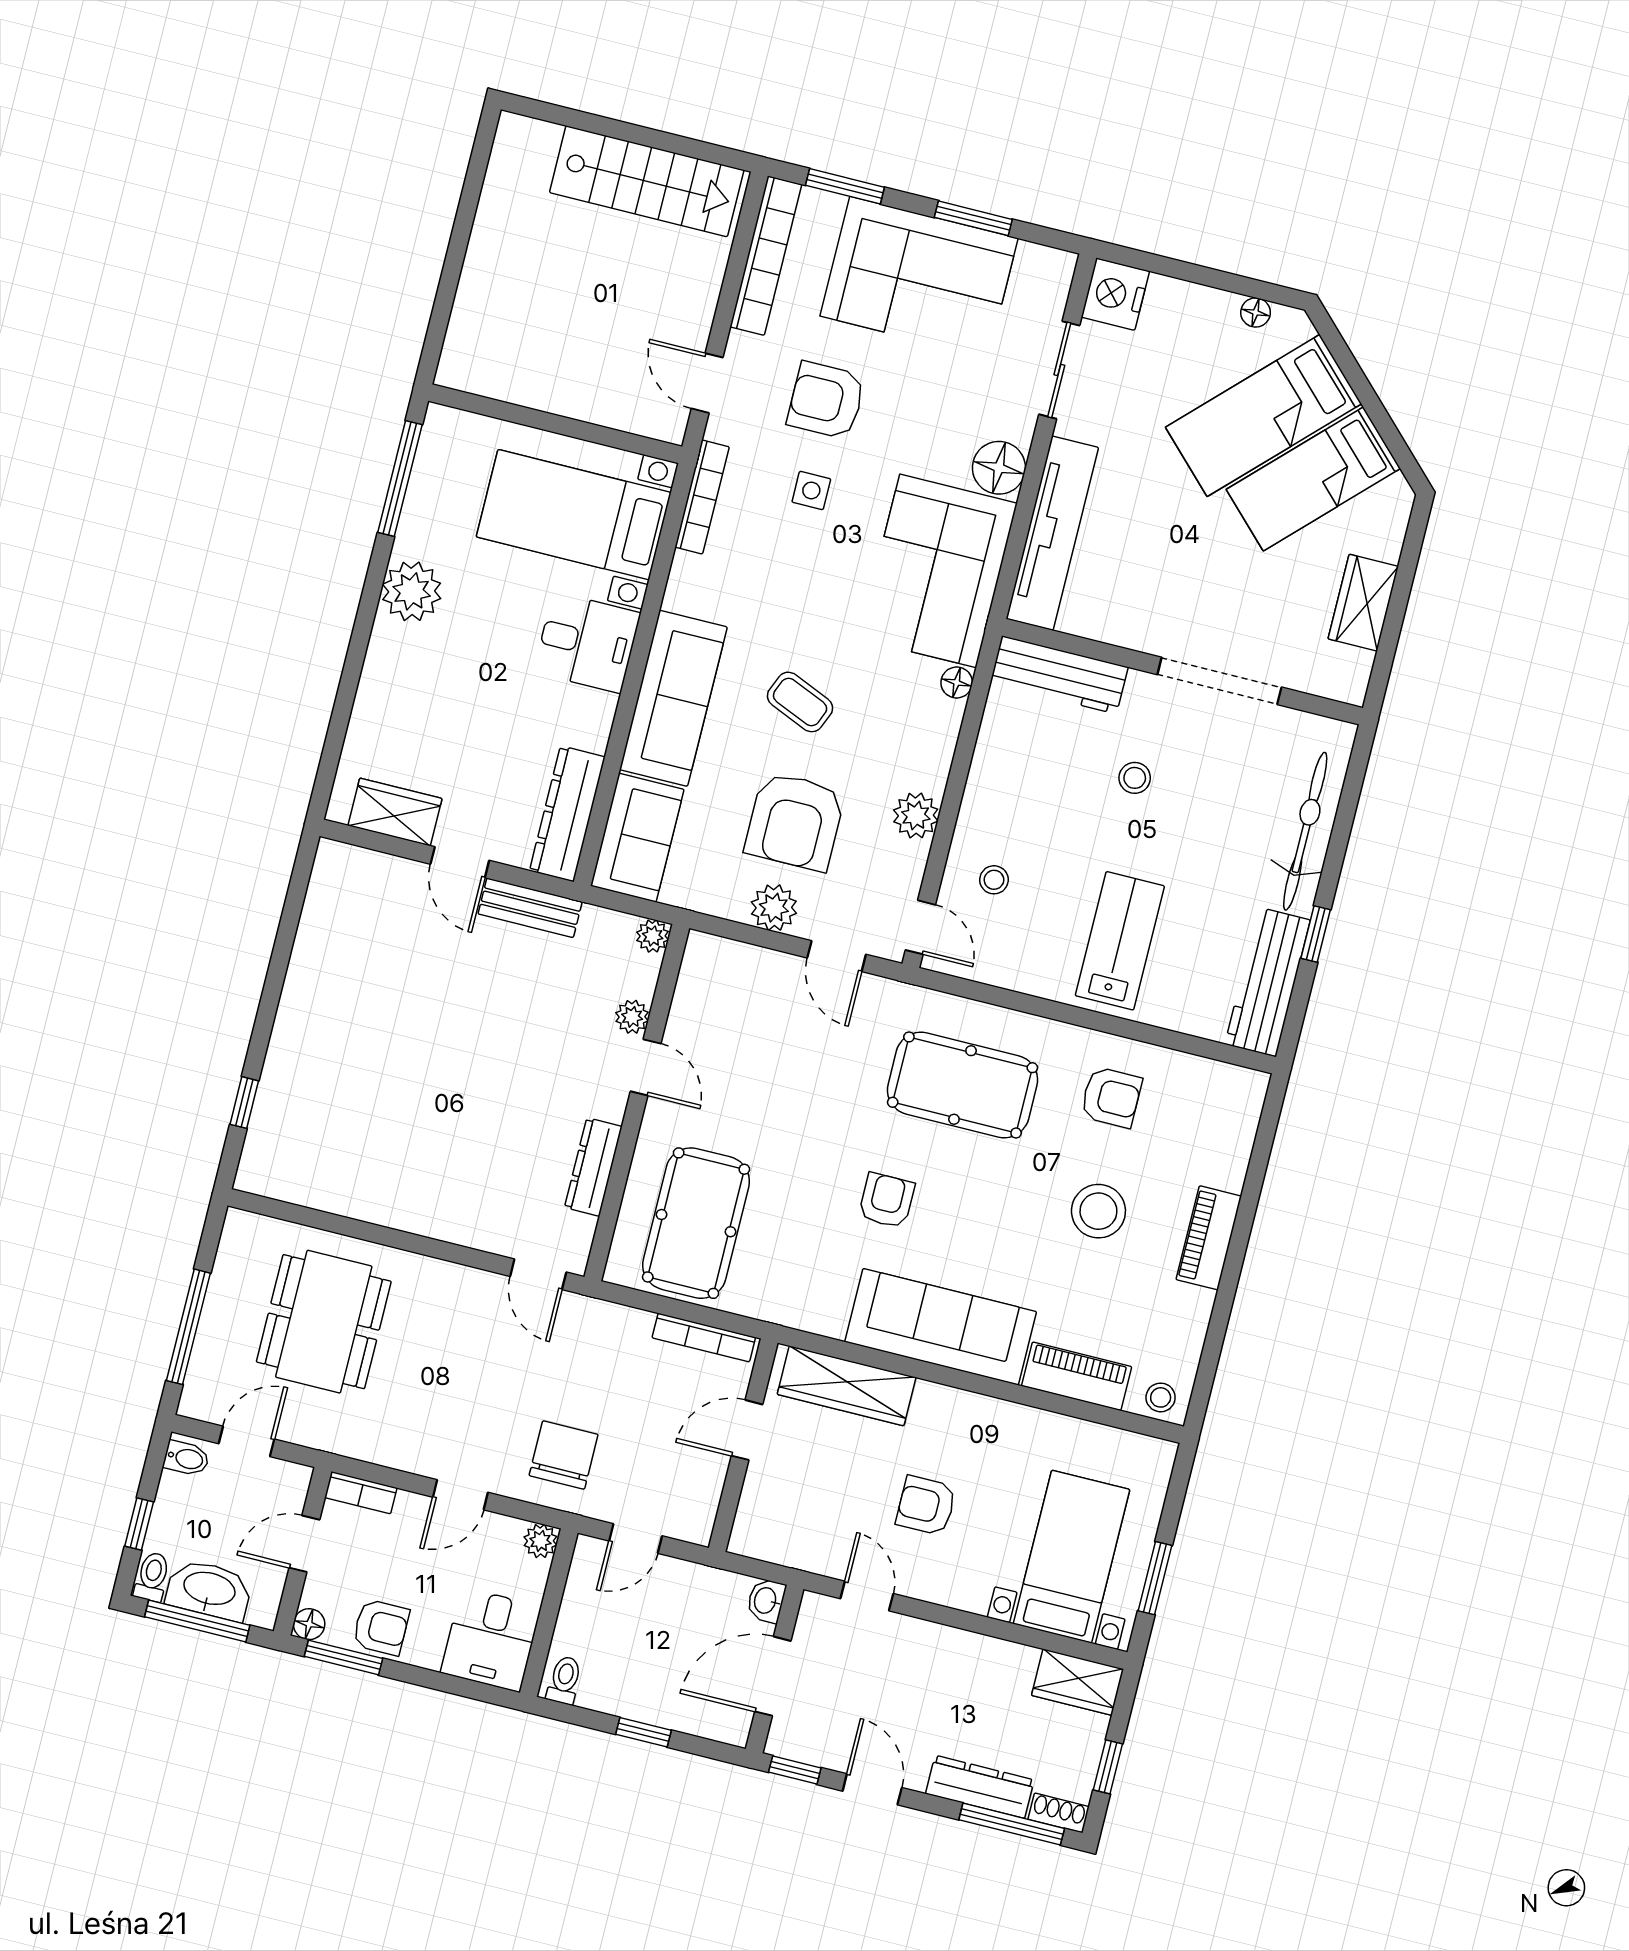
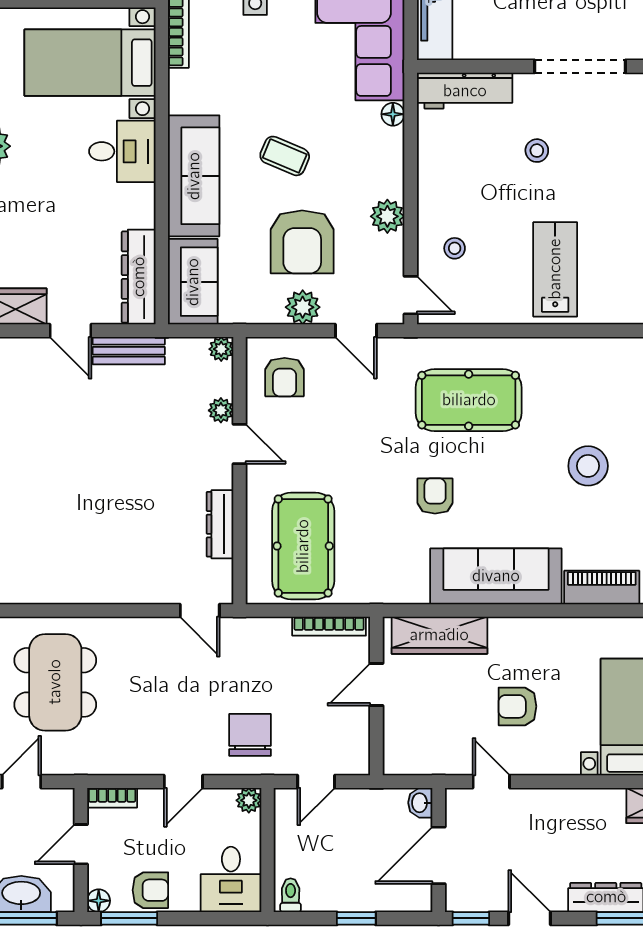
armchair: (1111, 1097) -> (285, 377), moved, turned 90

